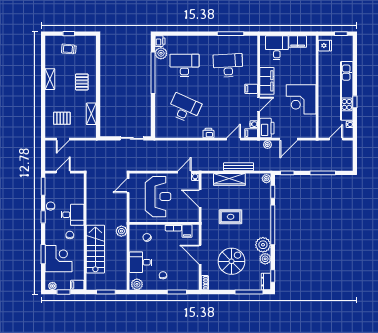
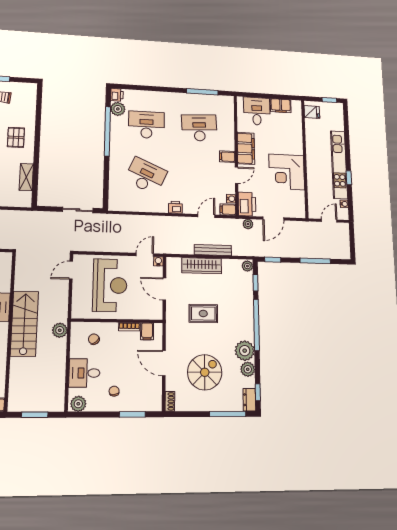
stairs: (95, 249) -> (24, 324), moved

